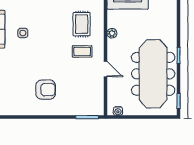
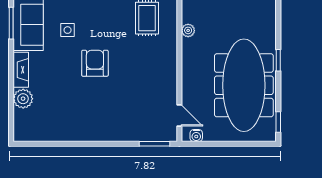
coffee table: (82, 51) -> (148, 55), removed
door: (105, 69) -> (179, 116), moved
armchair: (46, 90) -> (95, 63), moved, turned -90

